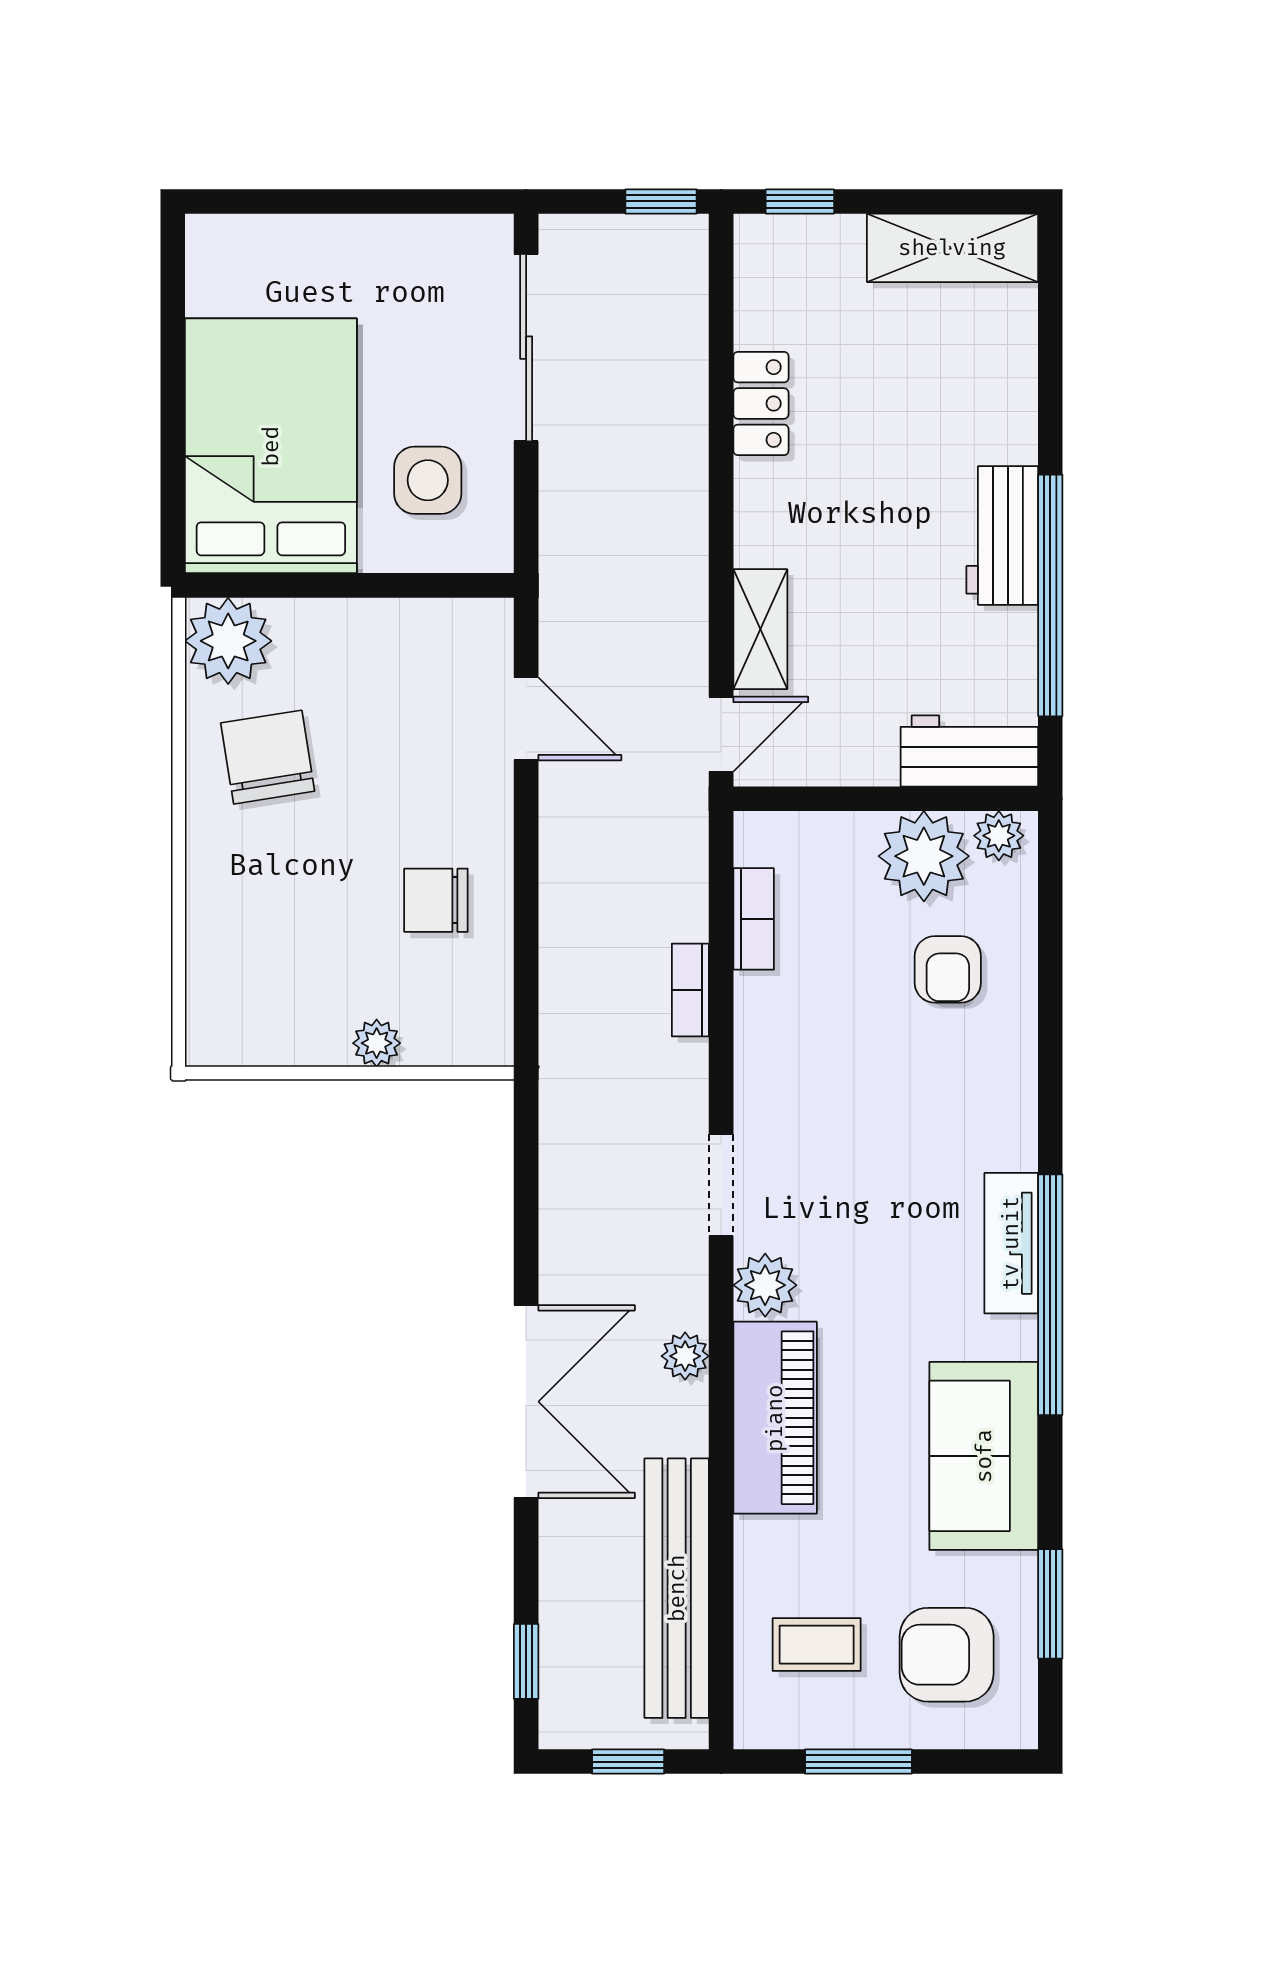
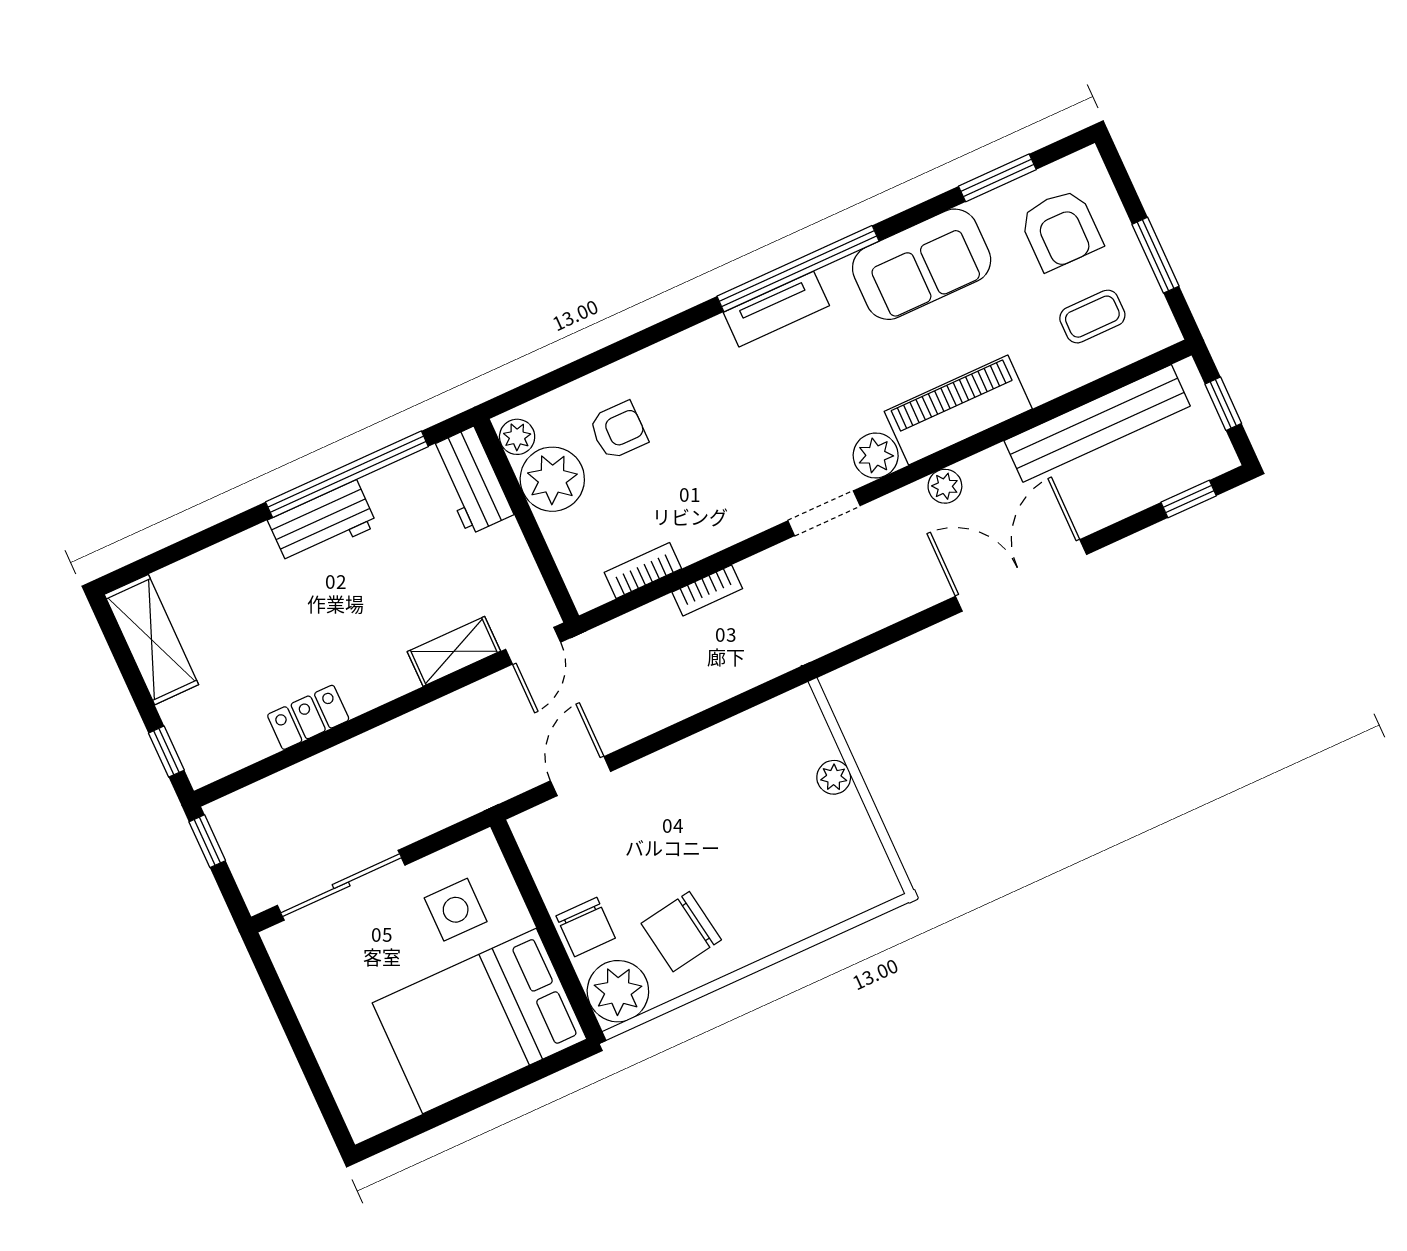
door: (721, 734) -> (533, 646), swing flipped
chair: (436, 900) -> (586, 927), moved
coffee table: (817, 1645) -> (1092, 317), turned 90

